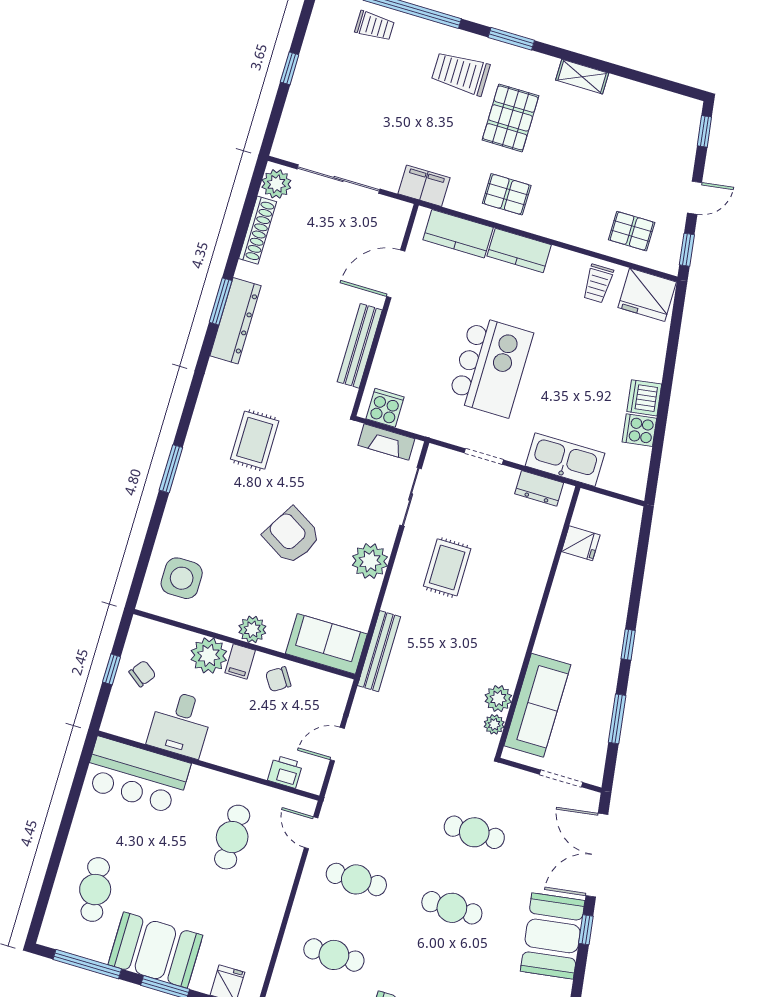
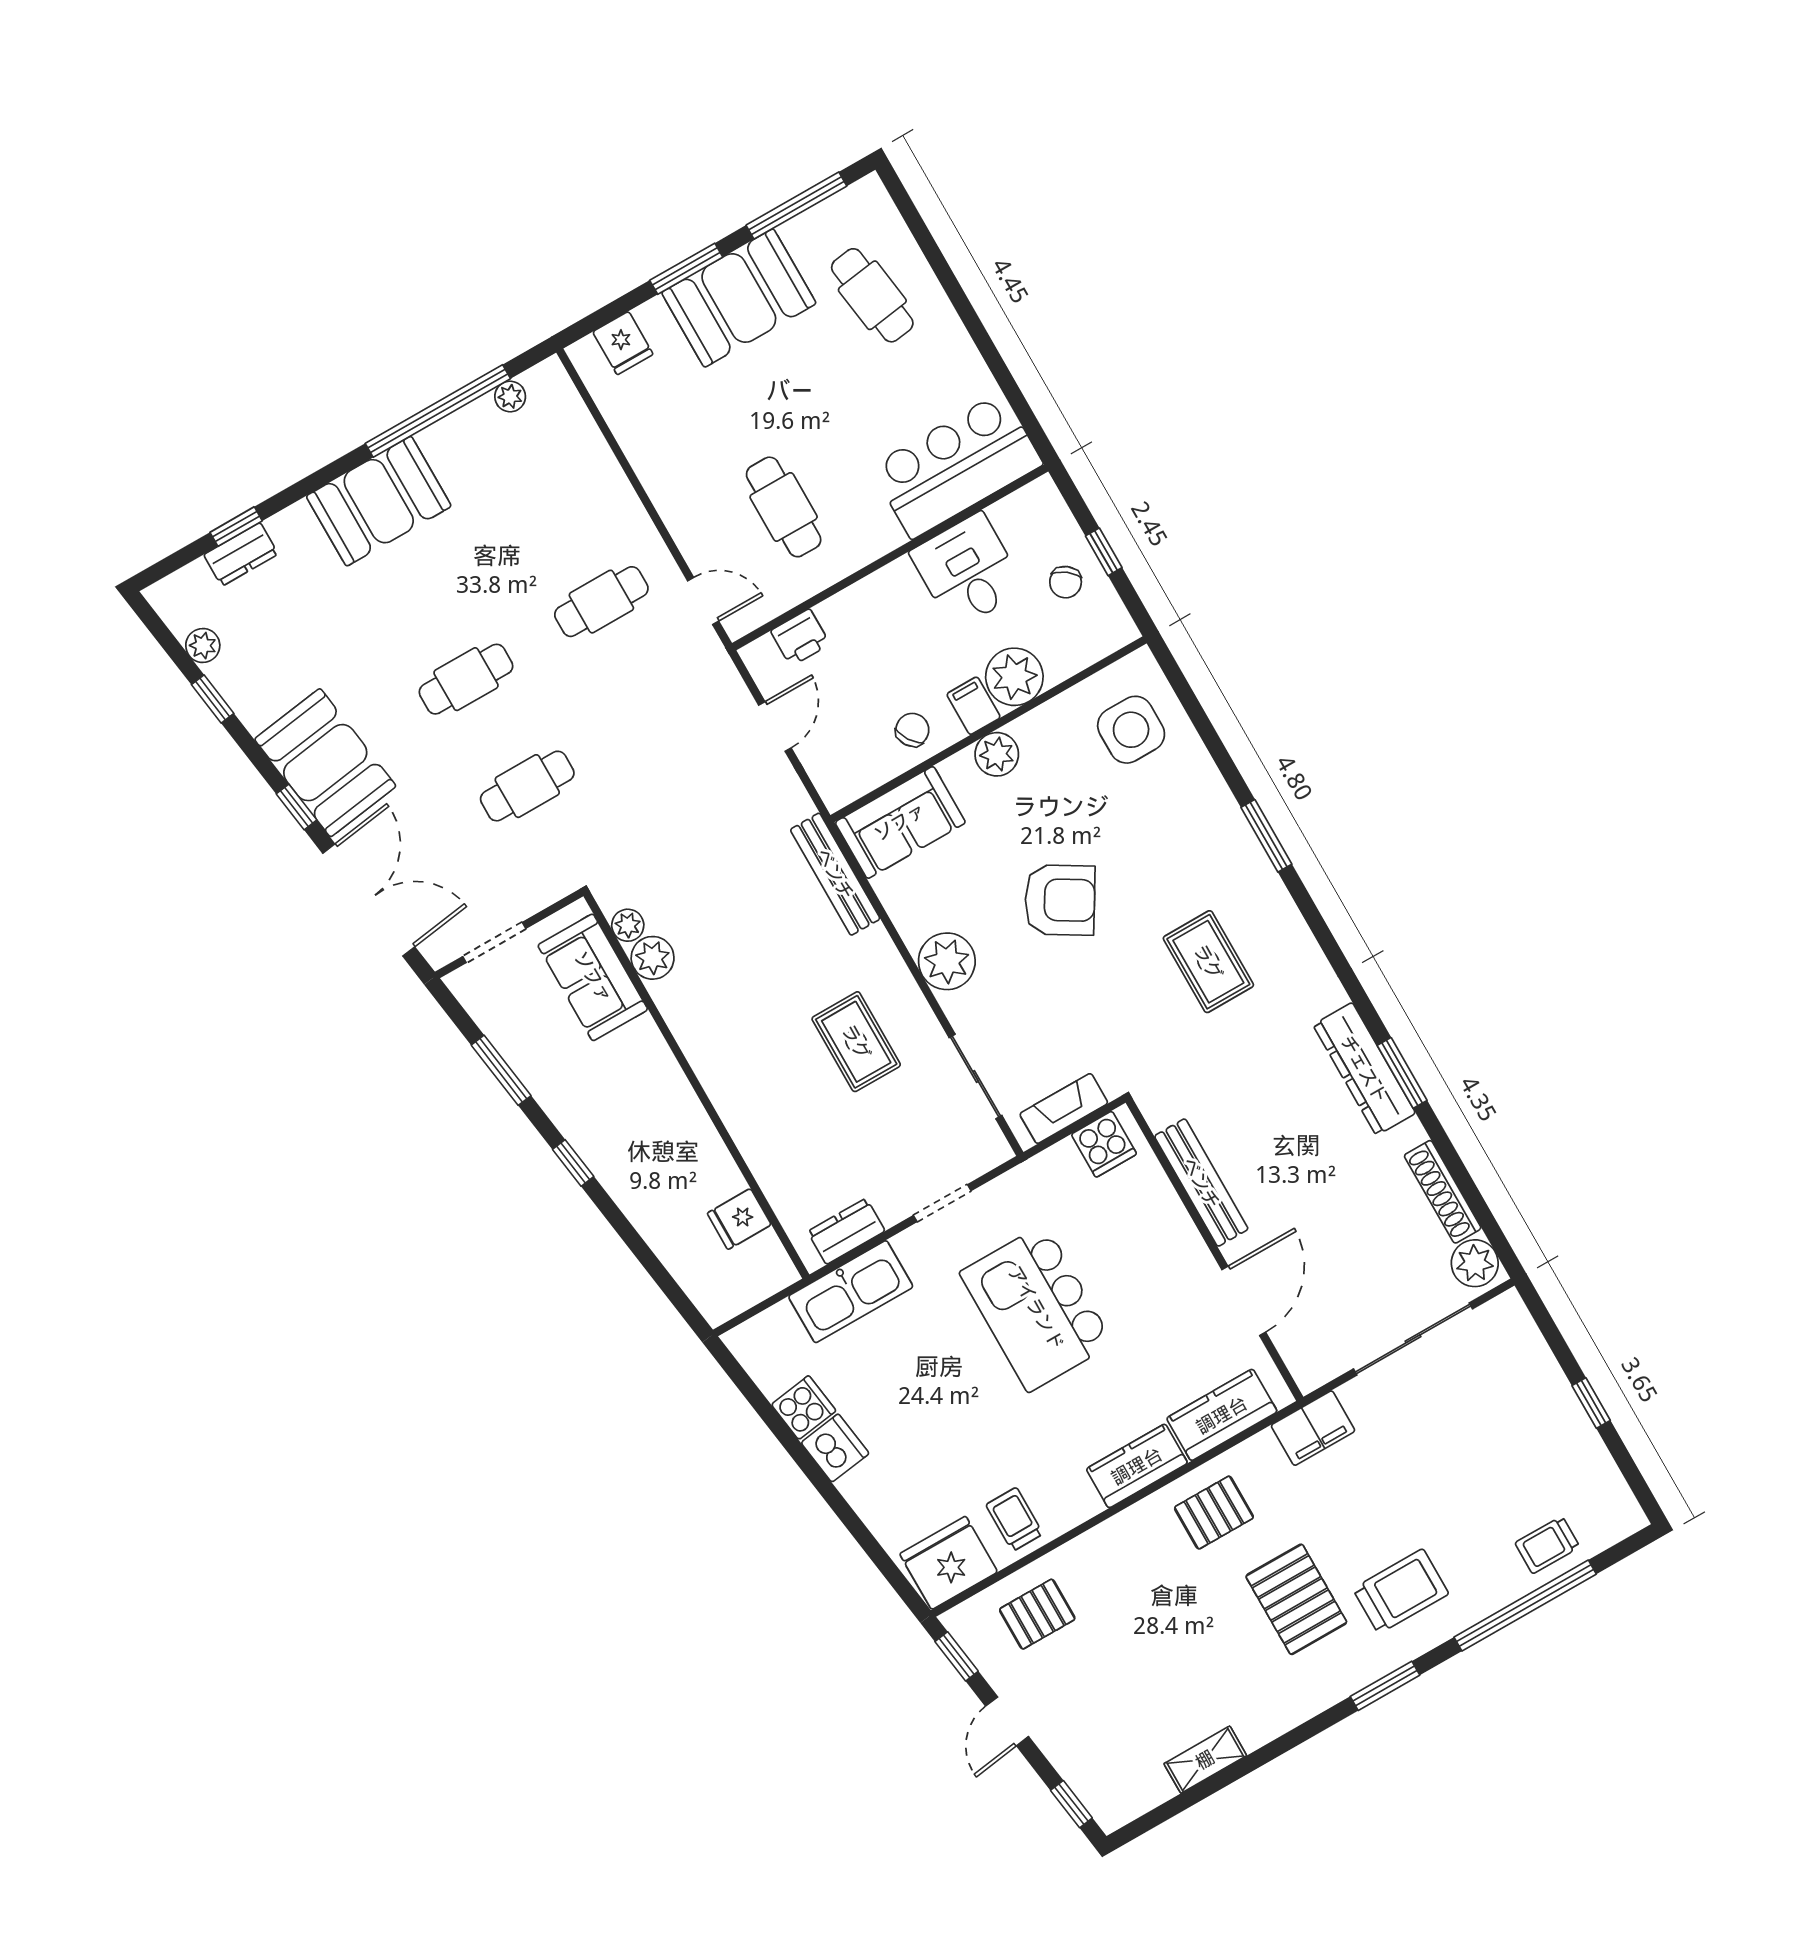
shelving: (582, 77) -> (1205, 1760), moved
sofa: (537, 705) -> (593, 977), width x0.73
cafe table: (334, 955) -> (540, 495), removed

